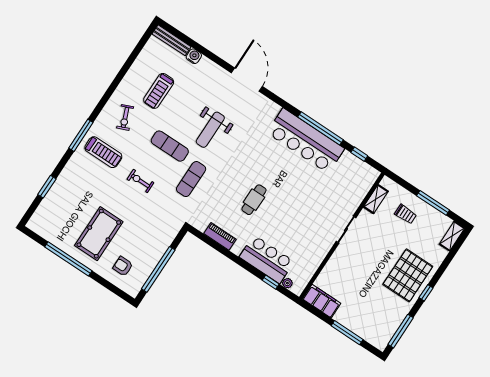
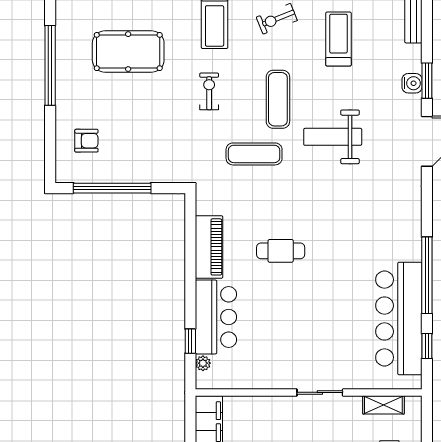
water cooler: (194, 56) -> (412, 83), moved
window: (214, 58) -> (427, 81), added
treadmill: (159, 91) -> (338, 39), turned 90
bar counter: (306, 141) -> (399, 318), moved
pool table: (99, 234) -> (128, 52), moved
piano: (220, 236) -> (209, 247), width x1.37, depth x1.33
armchair: (123, 266) -> (86, 141), turned 90

